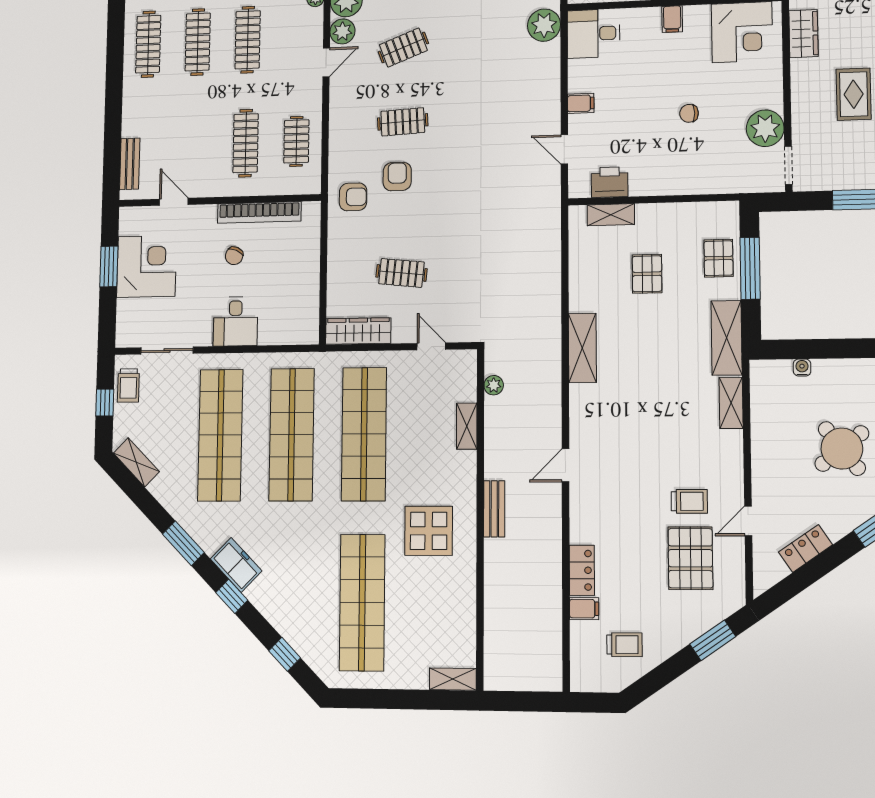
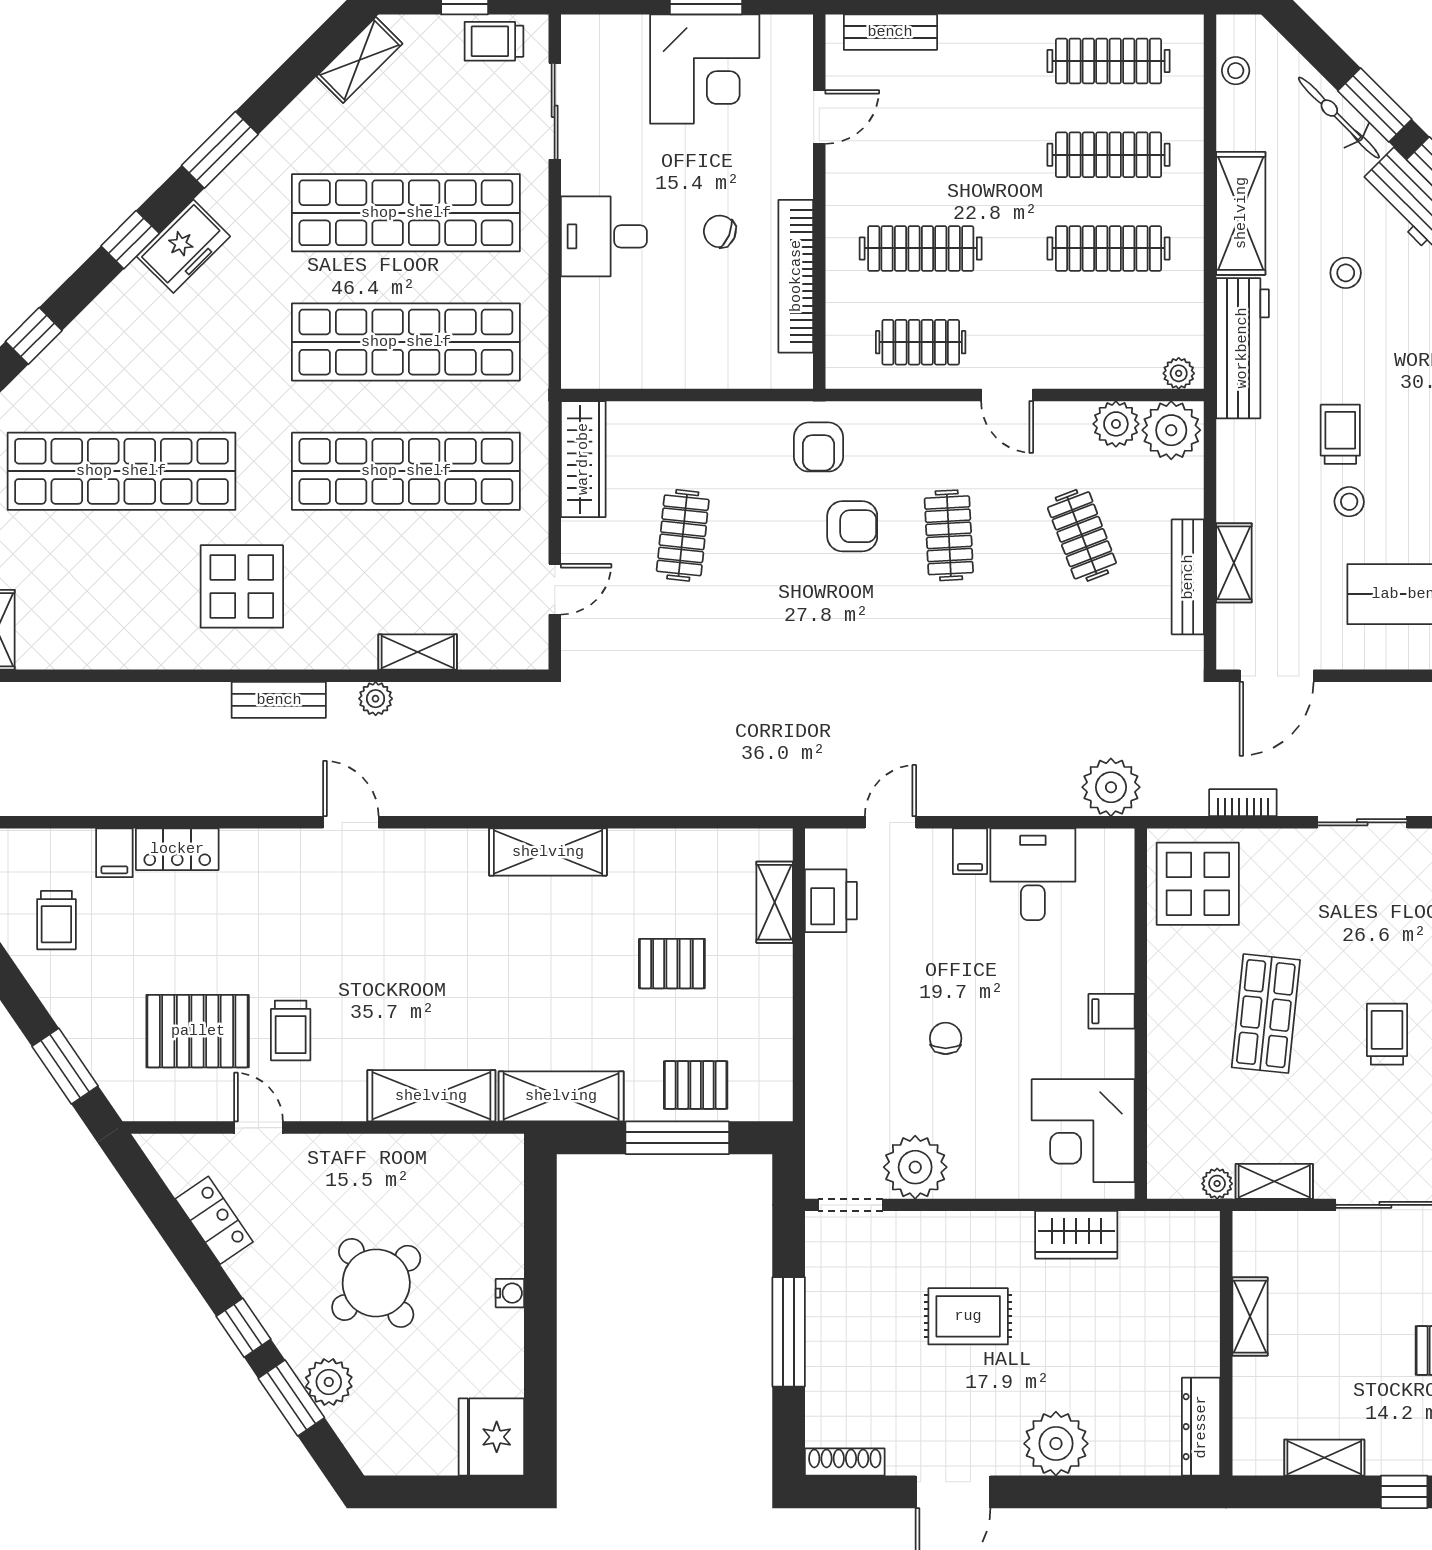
desk: (594, 34) -> (1033, 874), moved
door: (326, 62) -> (1007, 395), moved
water cooler: (802, 368) -> (510, 1293), moved
plant: (494, 385) -> (376, 699), moved
shelving: (731, 403) -> (431, 1096), width x1.50, depth x1.33

